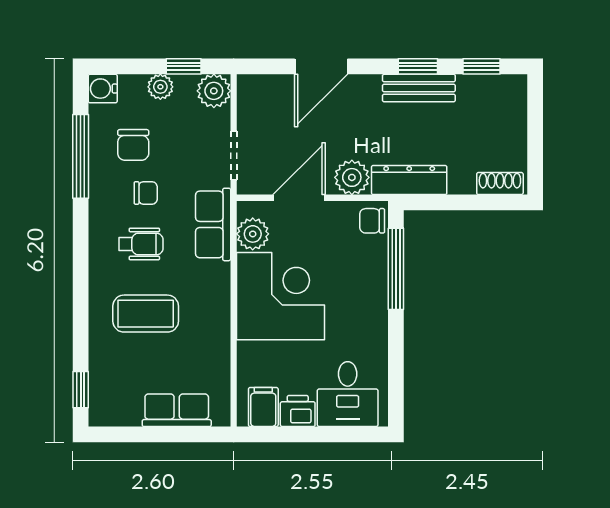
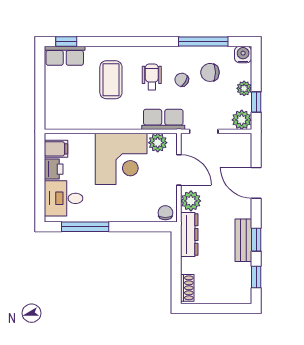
chair: (146, 193) -> (182, 80), turned 120
wheelchair: (141, 244) -> (152, 77), turned 180
window: (396, 269) -> (85, 227), moved
row of seats: (177, 410) -> (65, 56), moved, turned 90

